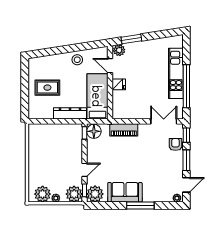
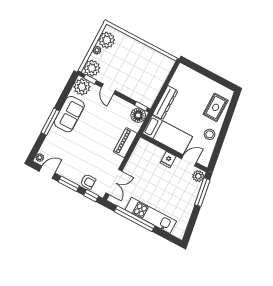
window: (131, 39) -> (202, 192), width x1.44
rug: (47, 88) -> (216, 107), moved
door: (186, 185) -> (47, 172), swing flipped

